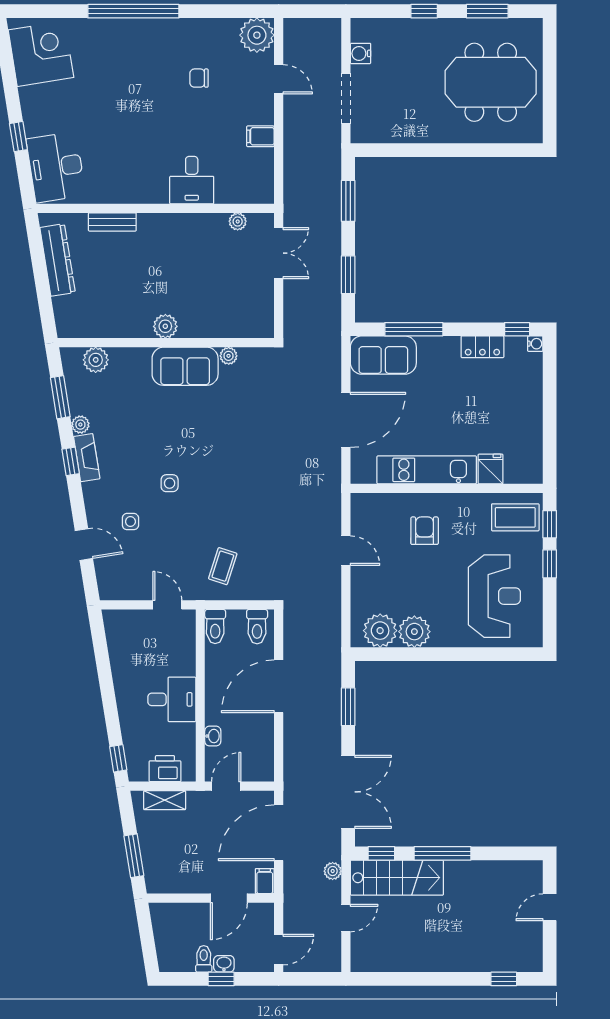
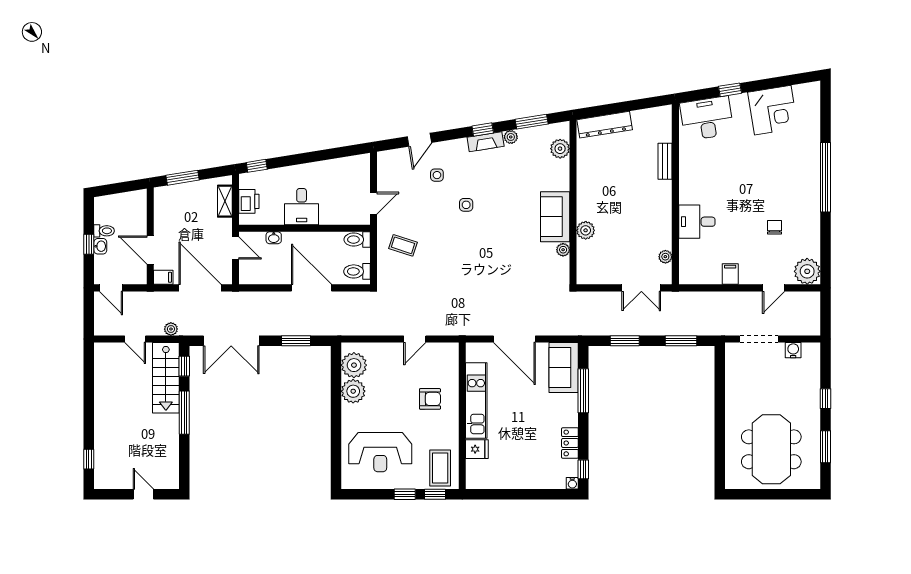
corner desk: (41, 54) -> (773, 110), moved
dresser: (58, 260) -> (605, 125), moved
plant: (165, 326) -> (586, 230), moved

